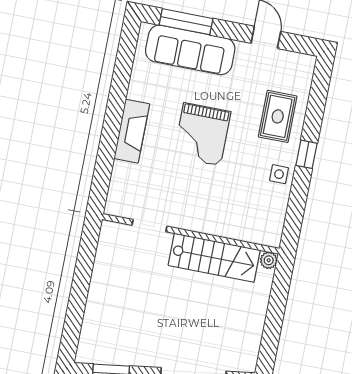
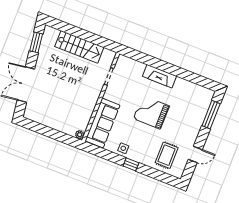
sofa: (190, 50) -> (102, 123), moved, turned 180
rug: (278, 116) -> (167, 155), moved, turned 90
stairs: (214, 258) -> (79, 47), moved, turned -90

